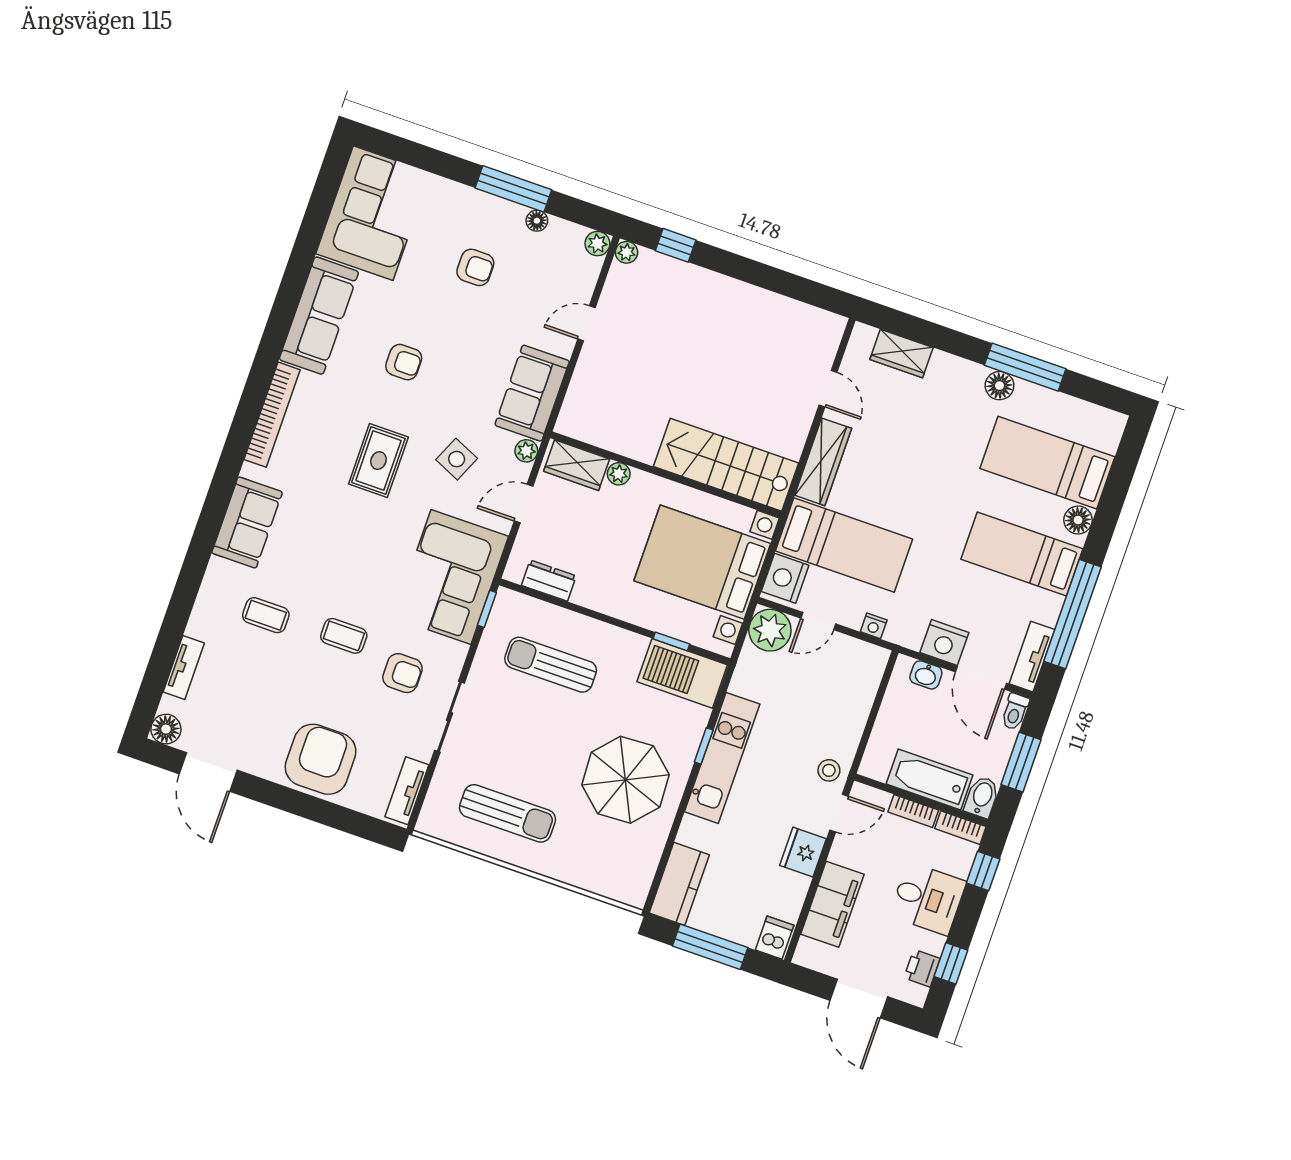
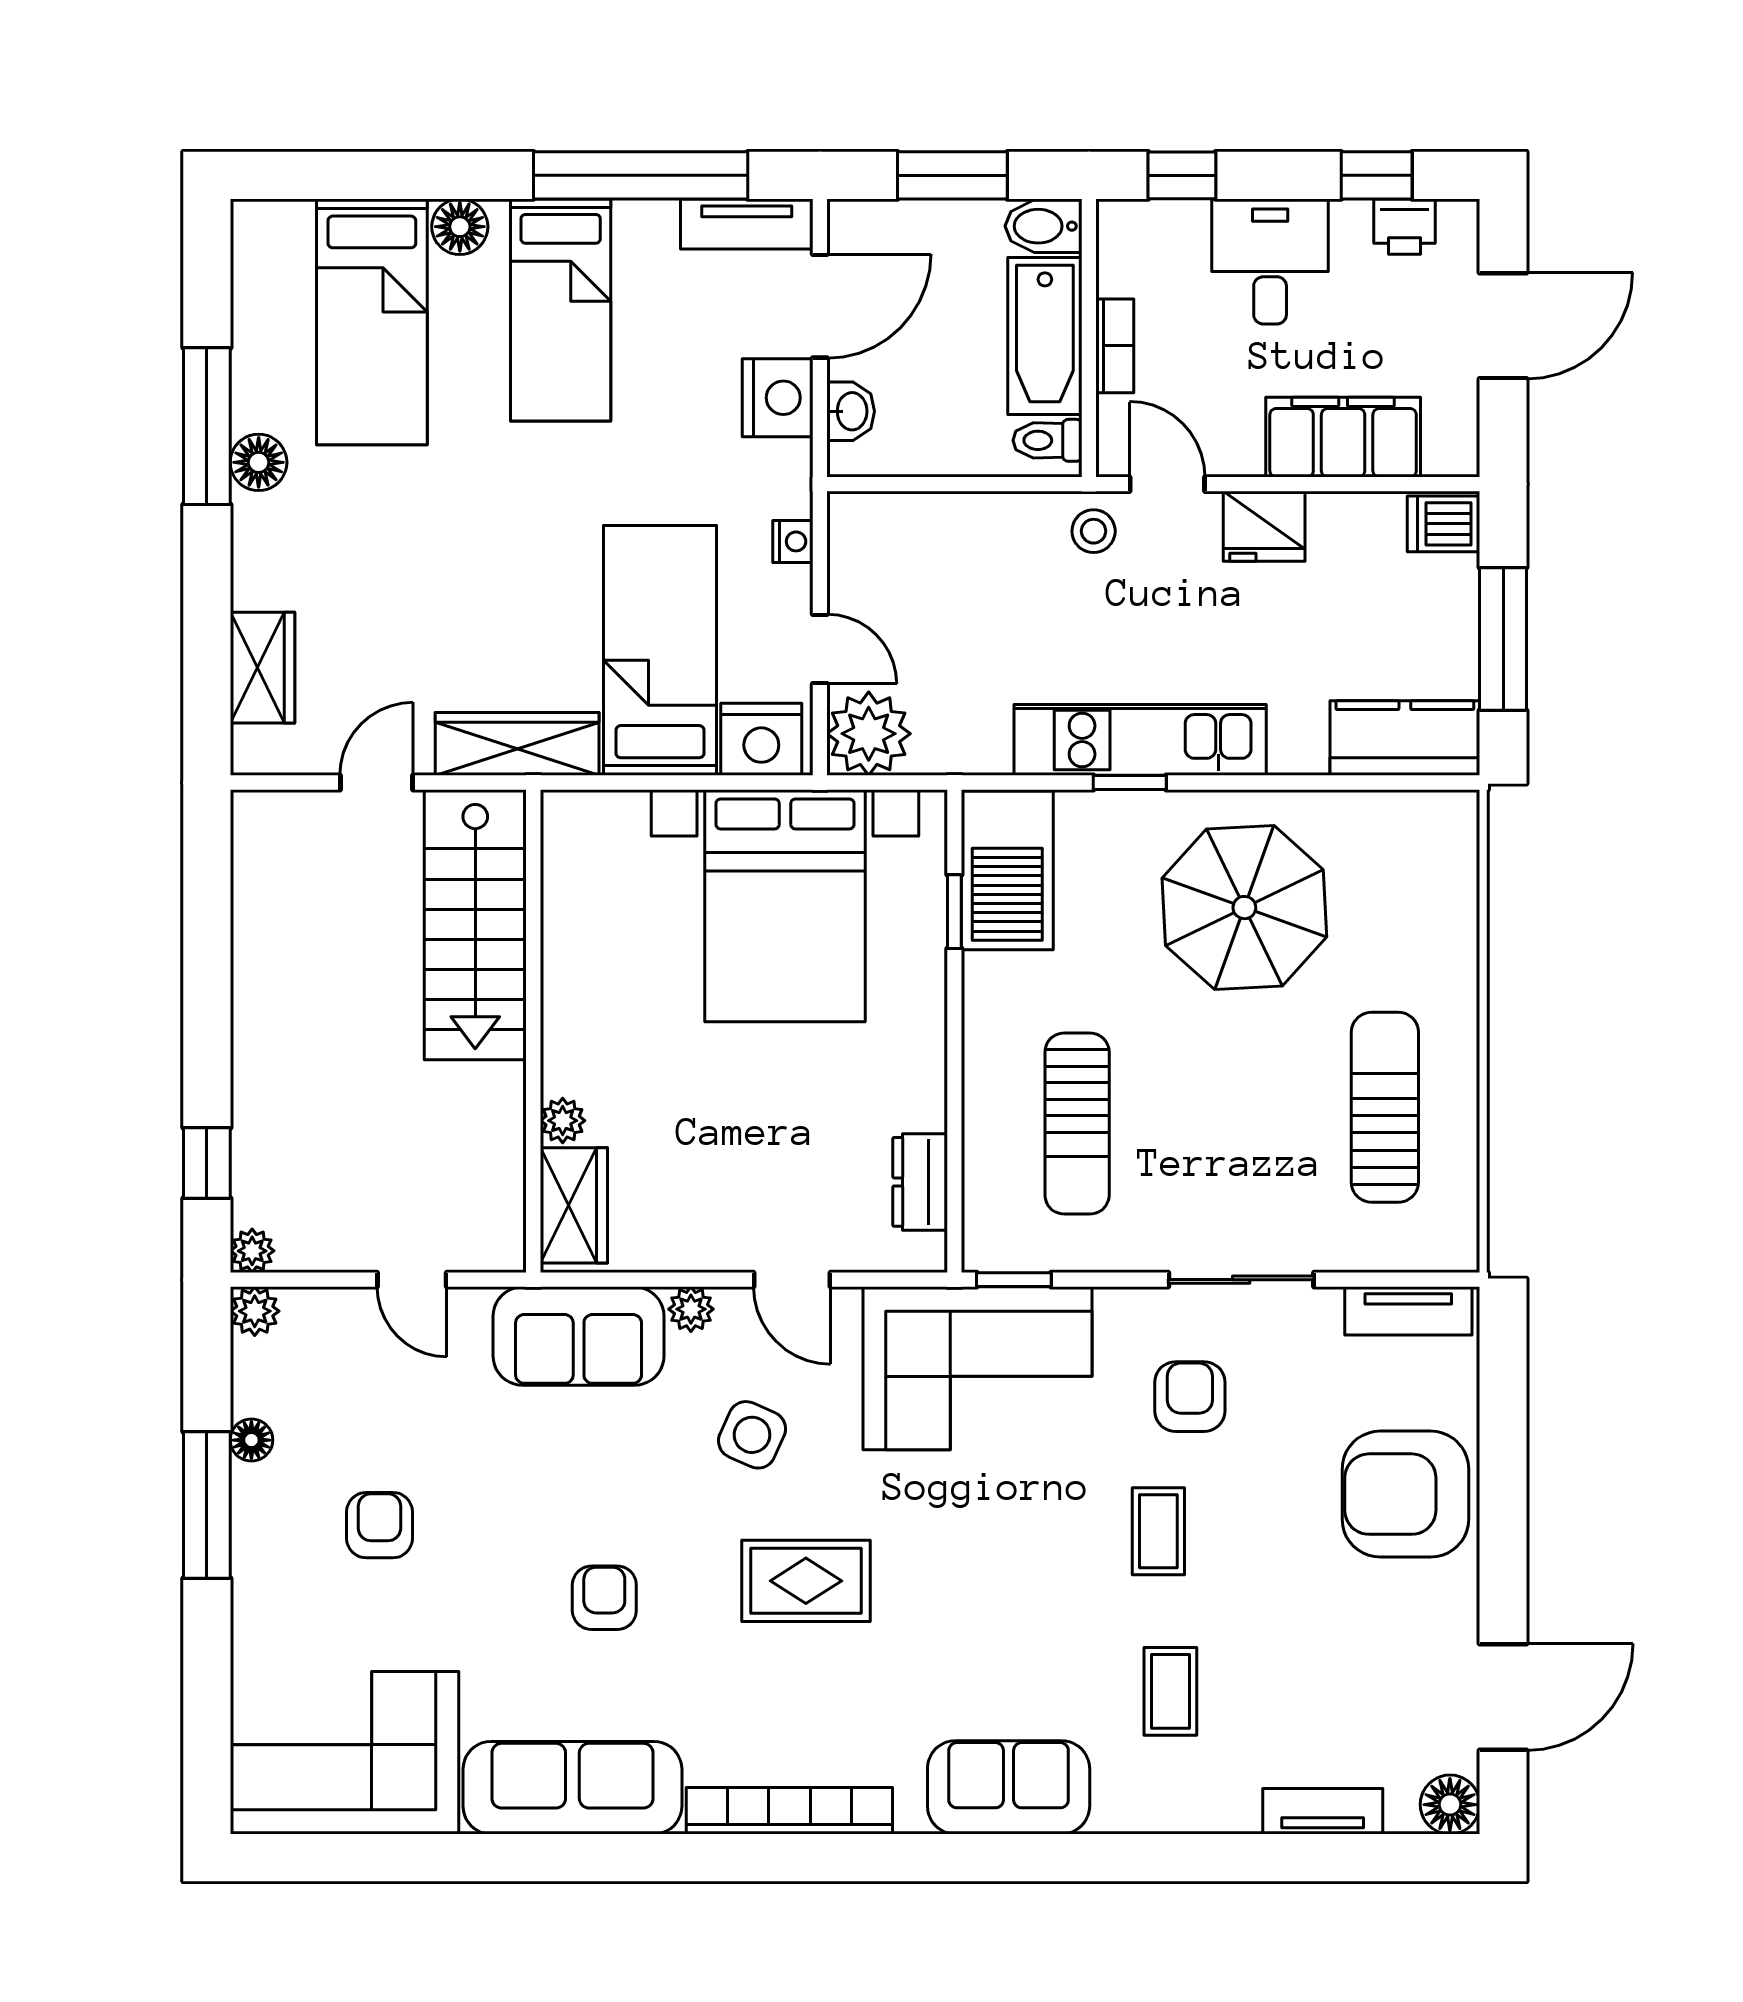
wardrobe: (577, 465) -> (574, 1205), moved
stairs: (726, 465) -> (475, 925), moved
plant: (619, 474) -> (563, 1121), moved
wall: (666, 475) -> (533, 1031), moved
toilet: (1015, 712) -> (1047, 440), moved, turned 180
bookcase: (960, 828) -> (1115, 247), removed

